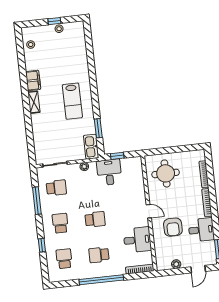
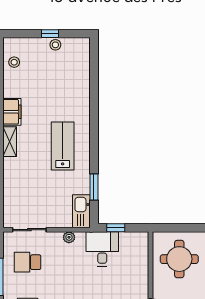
lab bench: (72, 101) -> (63, 146), turned 180
school desk: (56, 188) -> (28, 262), turned 180

